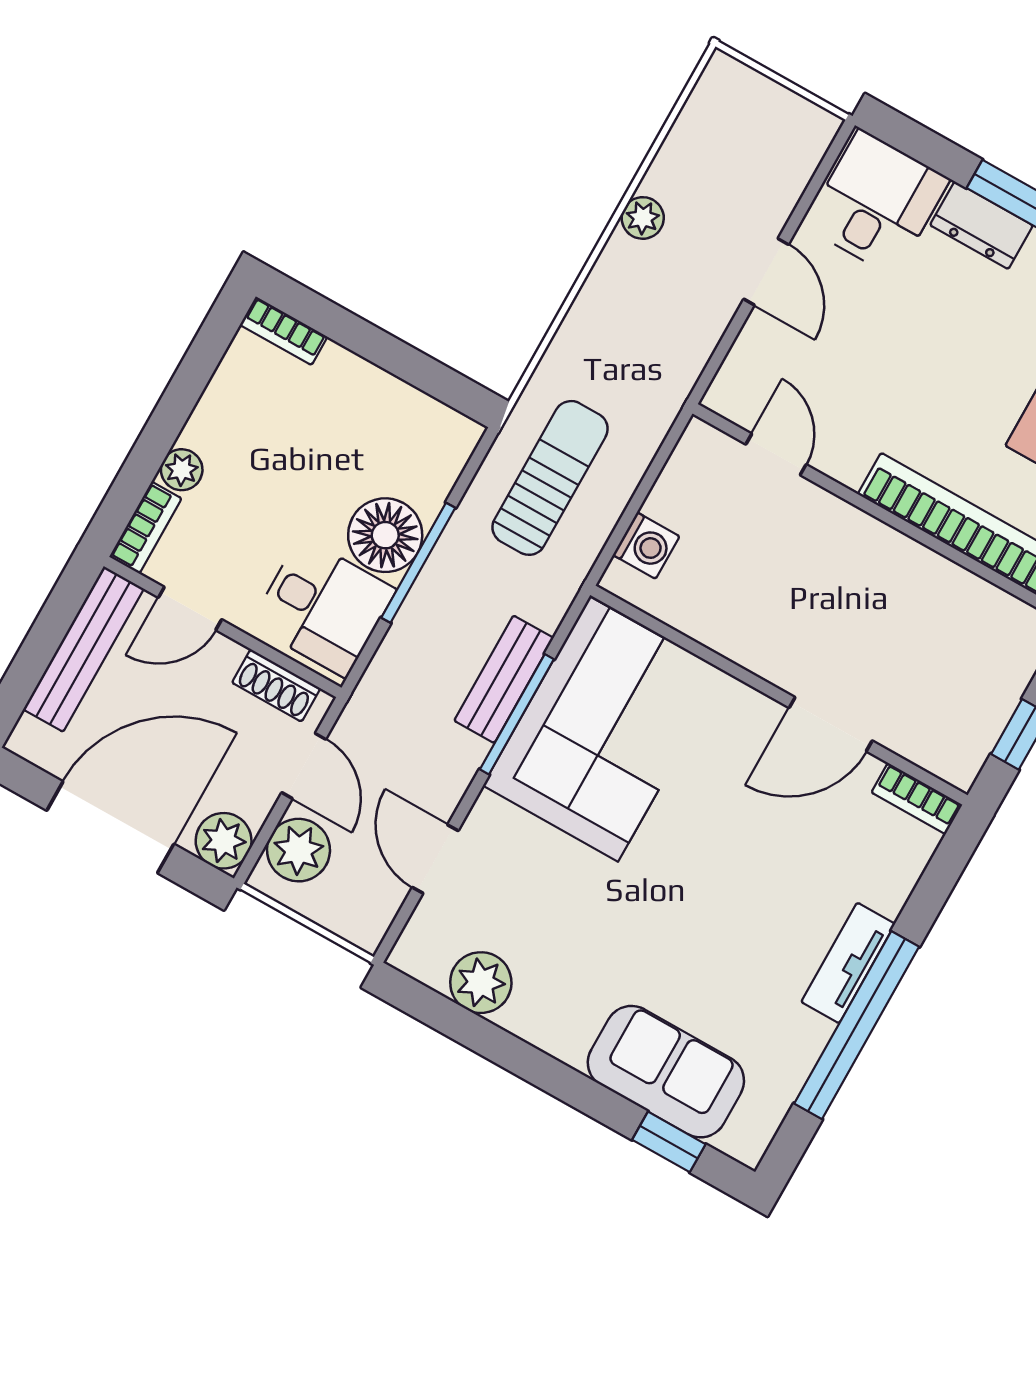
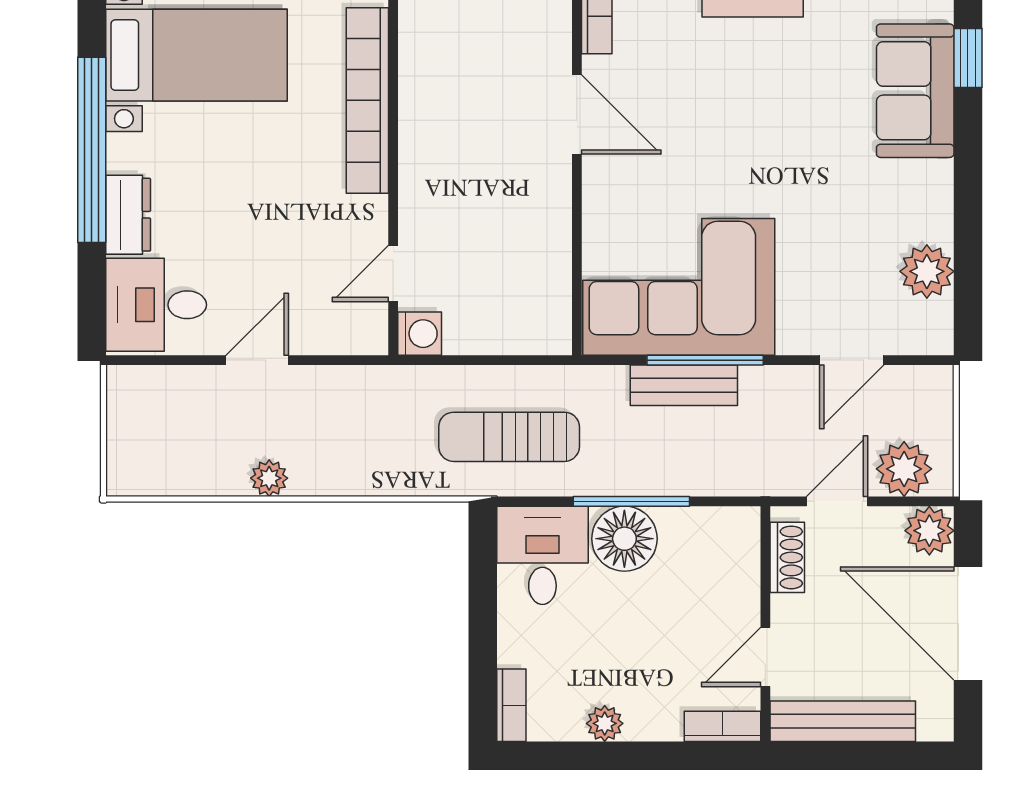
plant: (182, 470) -> (605, 723), moved
washing machine: (646, 546) -> (420, 334), moved, turned 90
desk: (323, 607) -> (542, 555), moved
door: (190, 609) -> (765, 657), swing flipped

